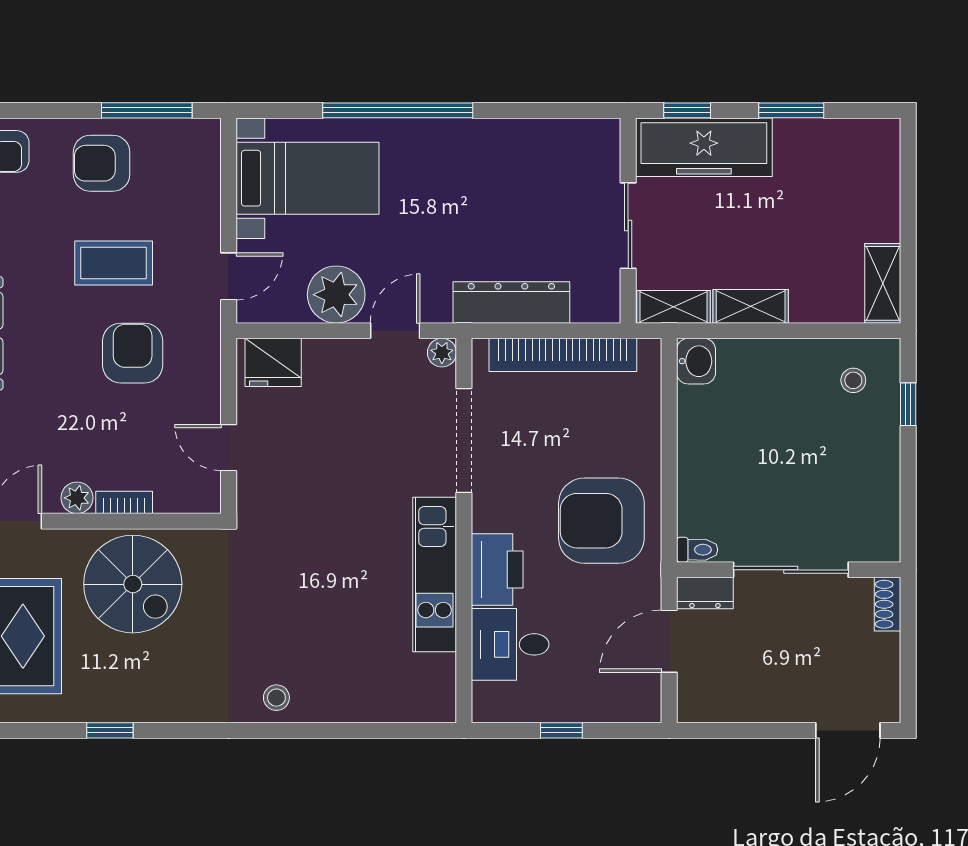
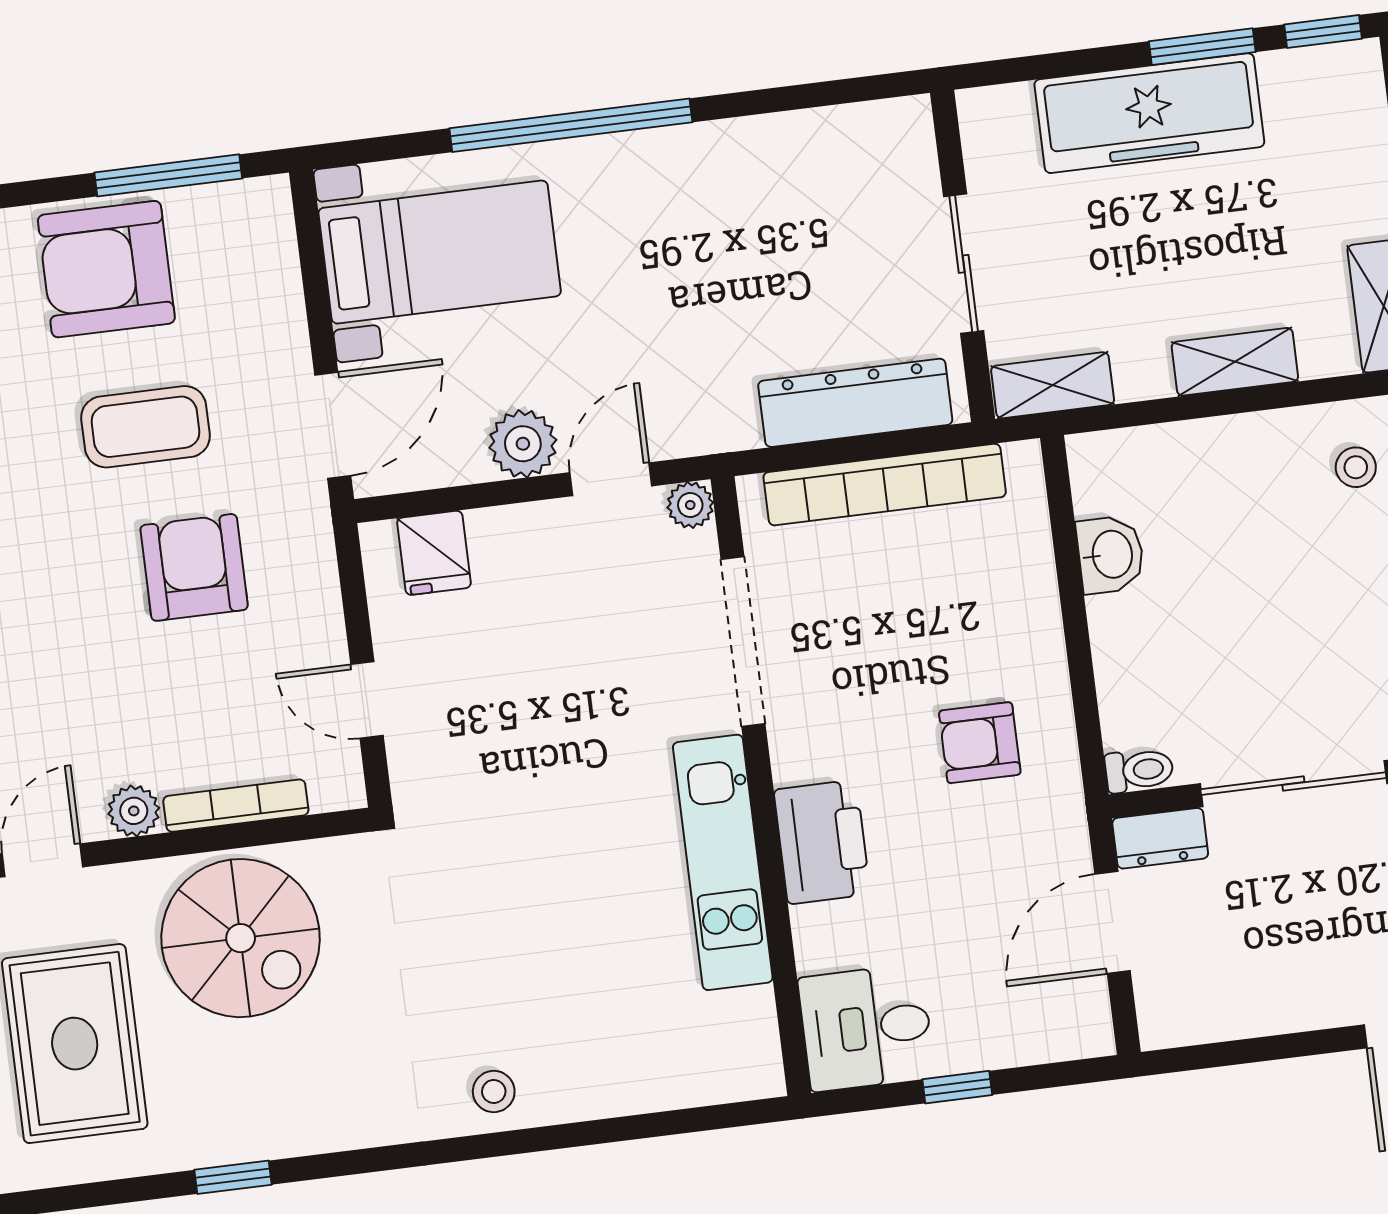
window: (687, 110) -> (1323, 32), moved
freezer: (704, 147) -> (1149, 113), moved
armchair: (102, 163) -> (106, 269), width x1.36, depth x1.36
door: (229, 276) -> (333, 425), width x1.38
plant: (336, 295) -> (523, 444), width x0.73, depth x0.73
dresser: (511, 303) -> (855, 403), moved
shelving: (751, 306) -> (1235, 362), moved
washbasin: (696, 361) -> (1110, 554), moved
fridge: (273, 362) -> (434, 553), width x0.72
bookcase: (124, 502) -> (236, 806), width x1.56
armchair: (601, 521) -> (980, 743), width x0.53, depth x0.53
desk: (510, 644) -> (866, 1028), moved

